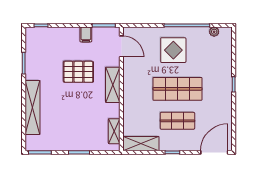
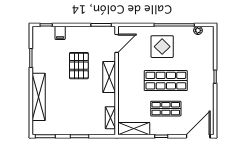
filing cabinet: (86, 34) -> (60, 33), moved
door: (121, 46) -> (117, 43), hinge flipped
pallet: (78, 72) -> (79, 66), turned 90

